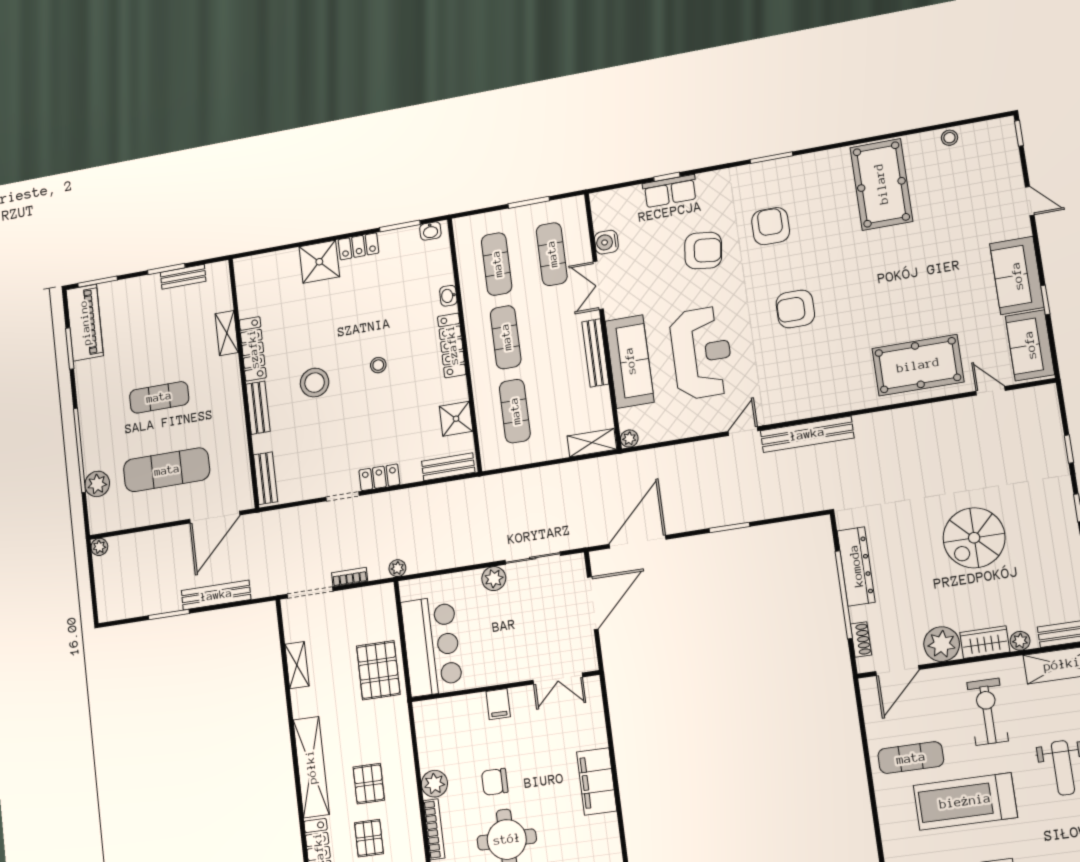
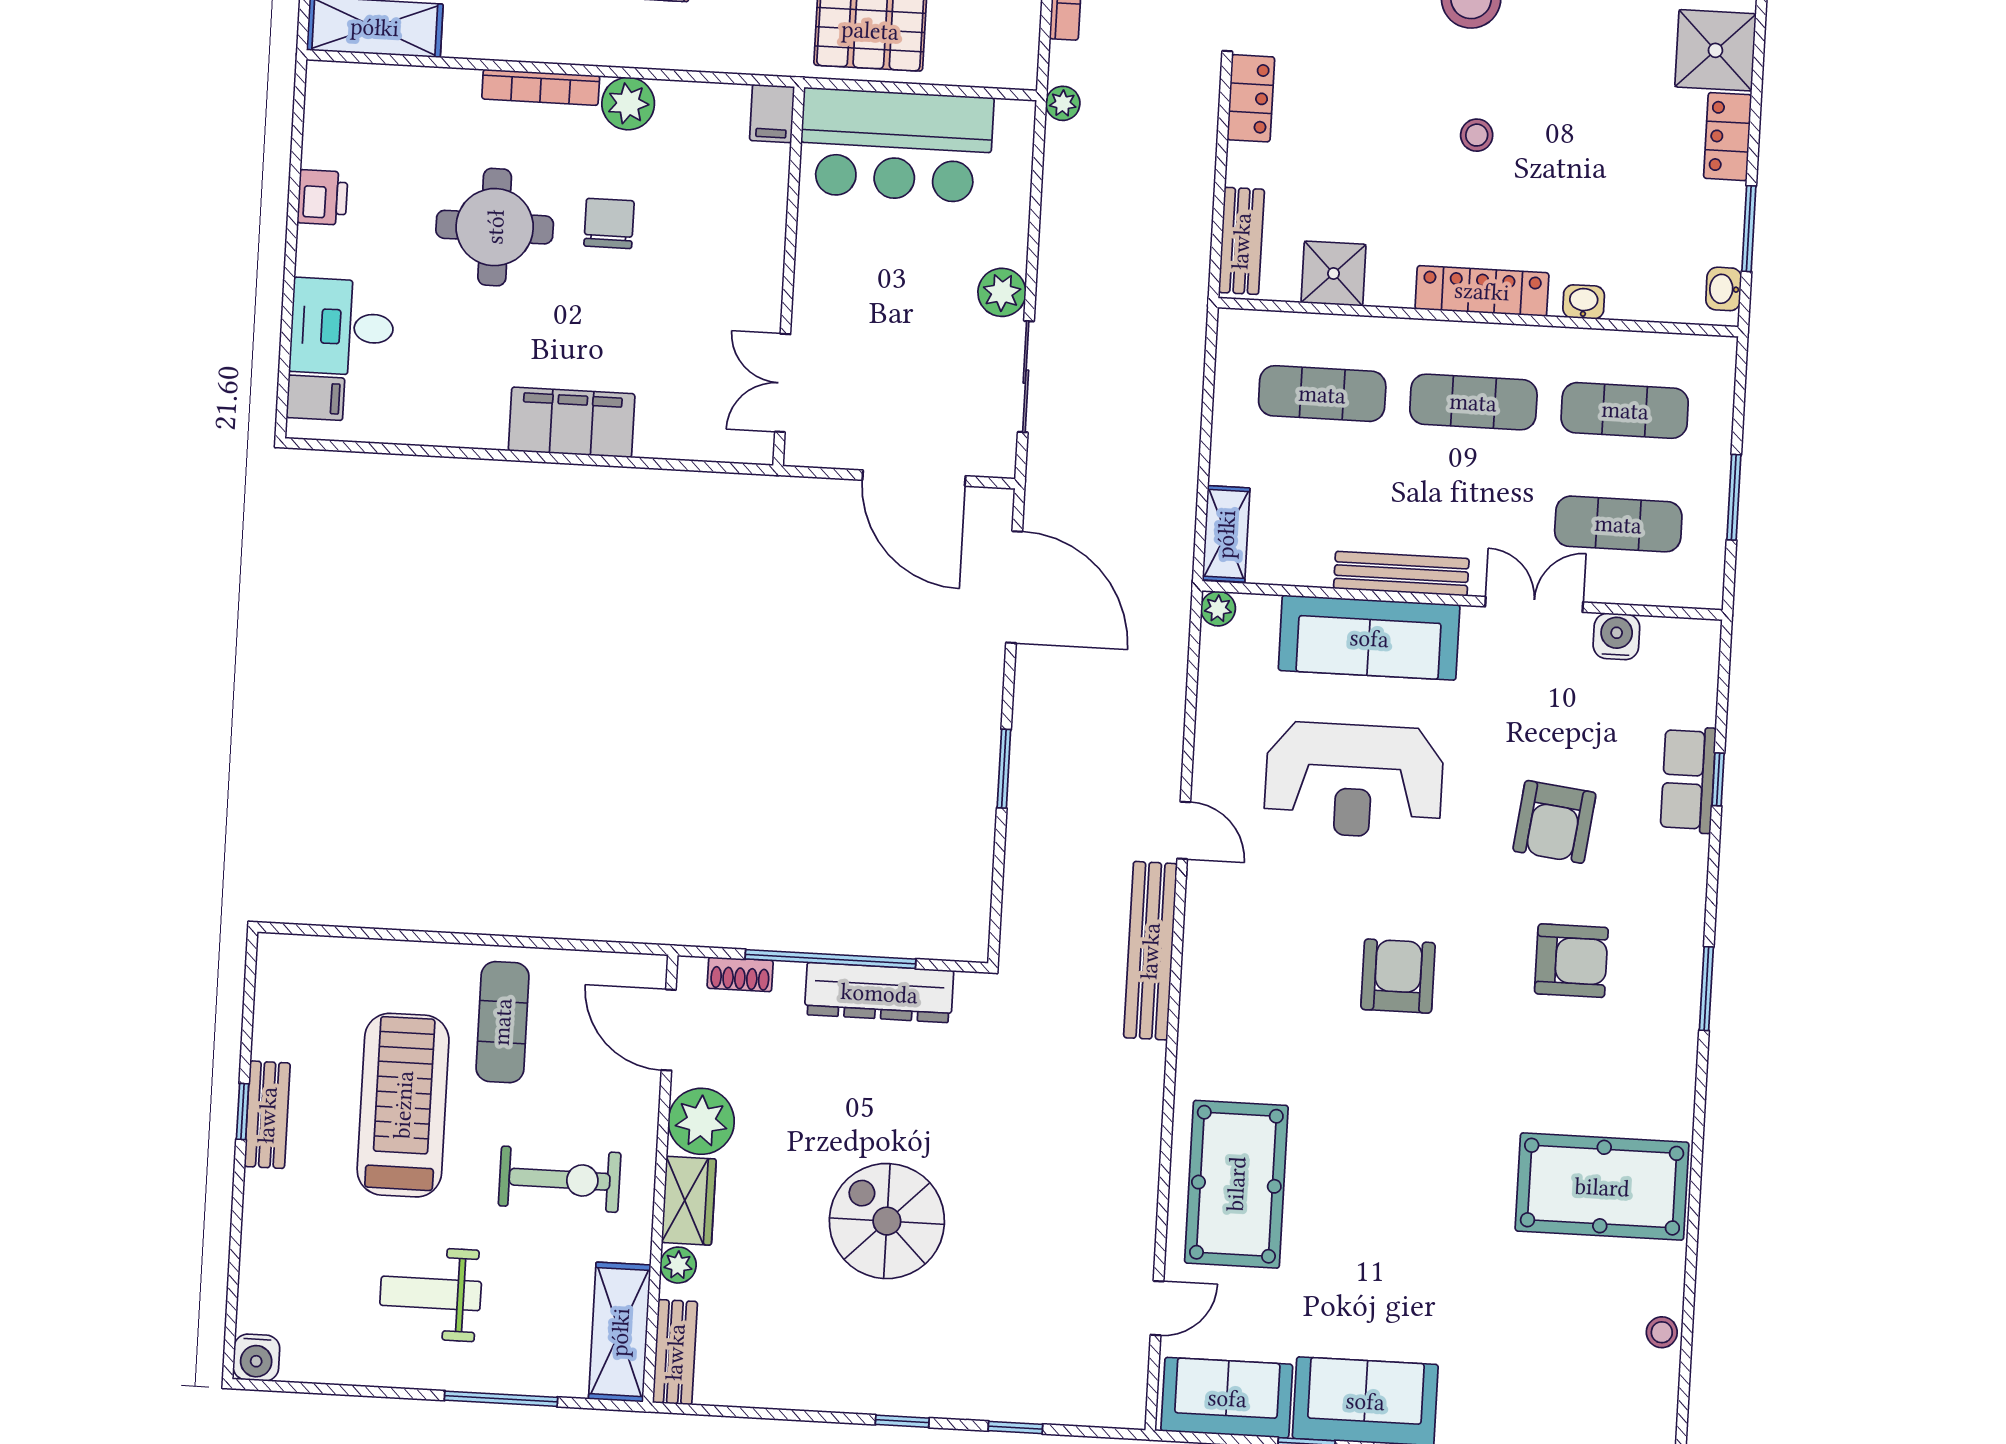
filing cabinet: (498, 704) -> (772, 113), moved, turned -90

